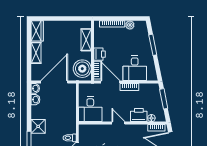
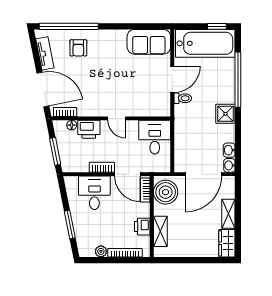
printer: (99, 54) -> (142, 227), moved

